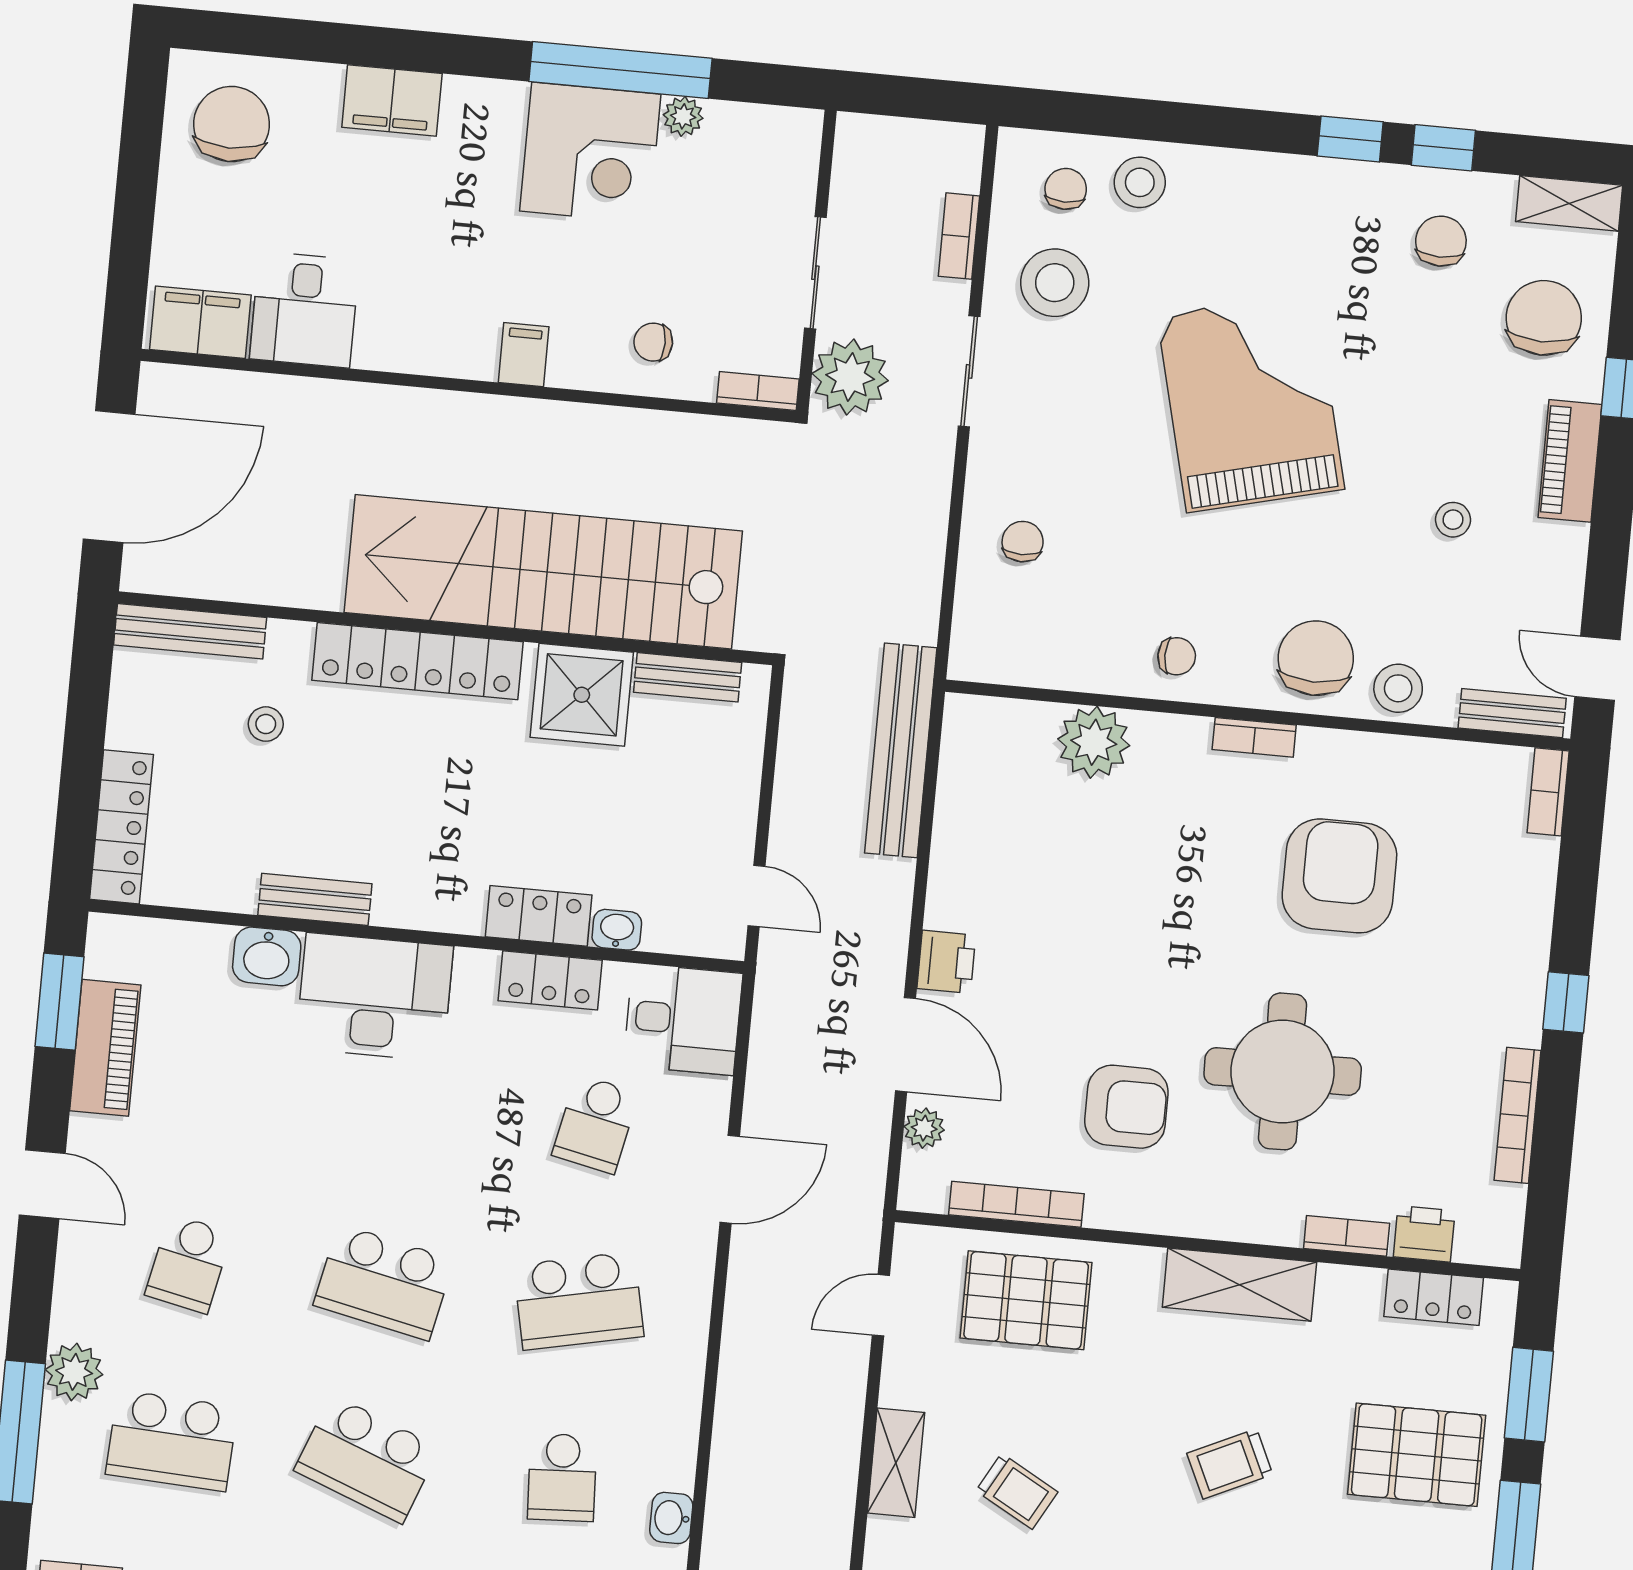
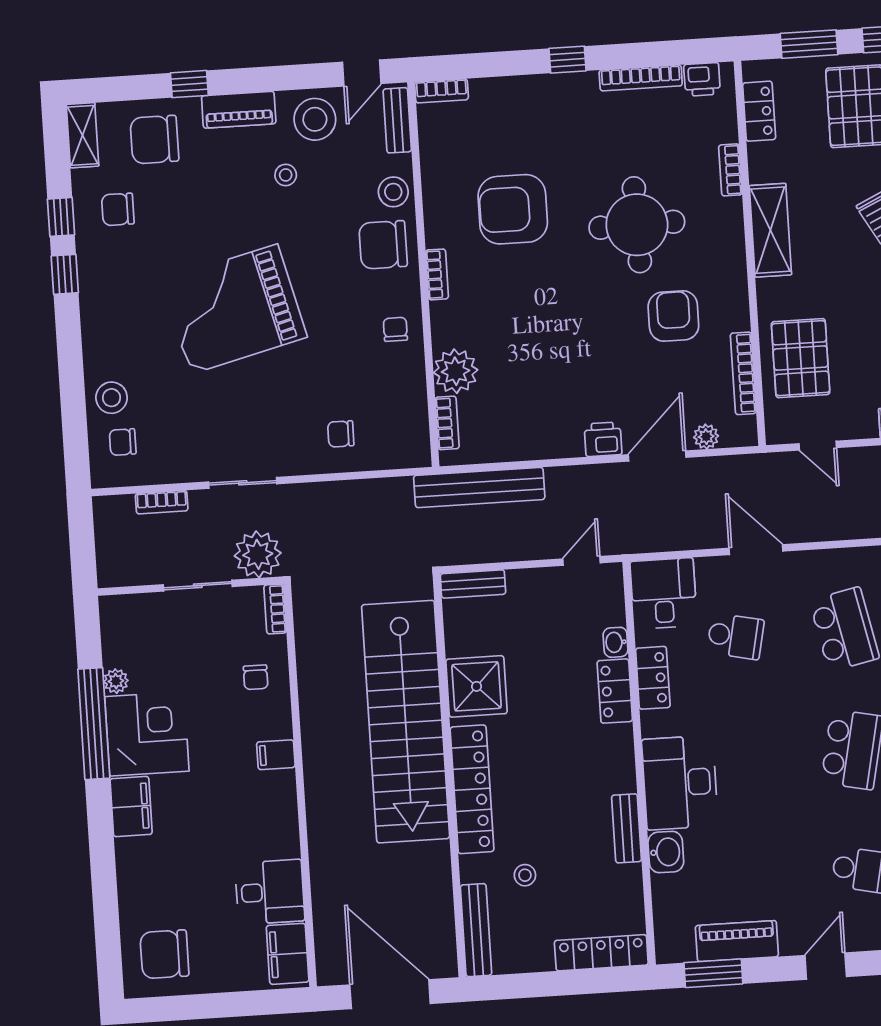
filing cabinet: (392, 100) -> (131, 807), moved
stool: (1055, 283) -> (315, 119), moved
bench: (688, 677) -> (473, 584), moved, turned 90
bookcase: (1013, 715) -> (447, 423), added
printer: (1424, 1234) -> (702, 79), moved, turned -90

